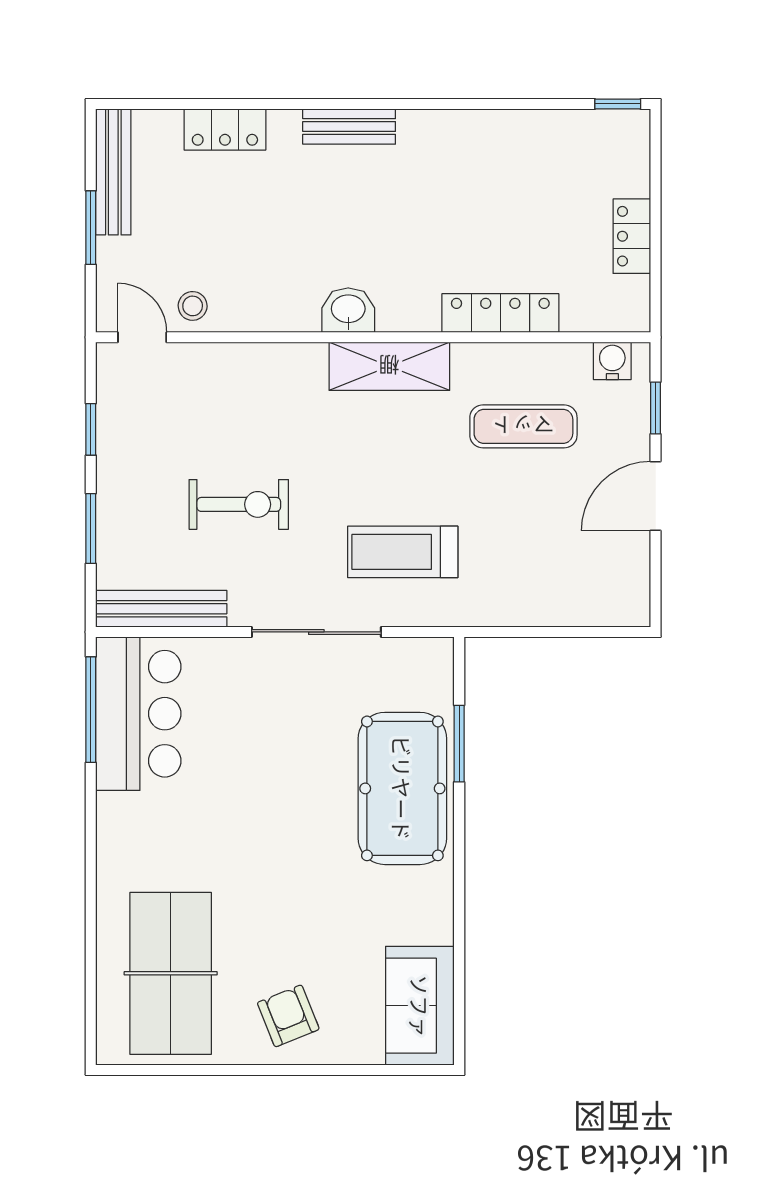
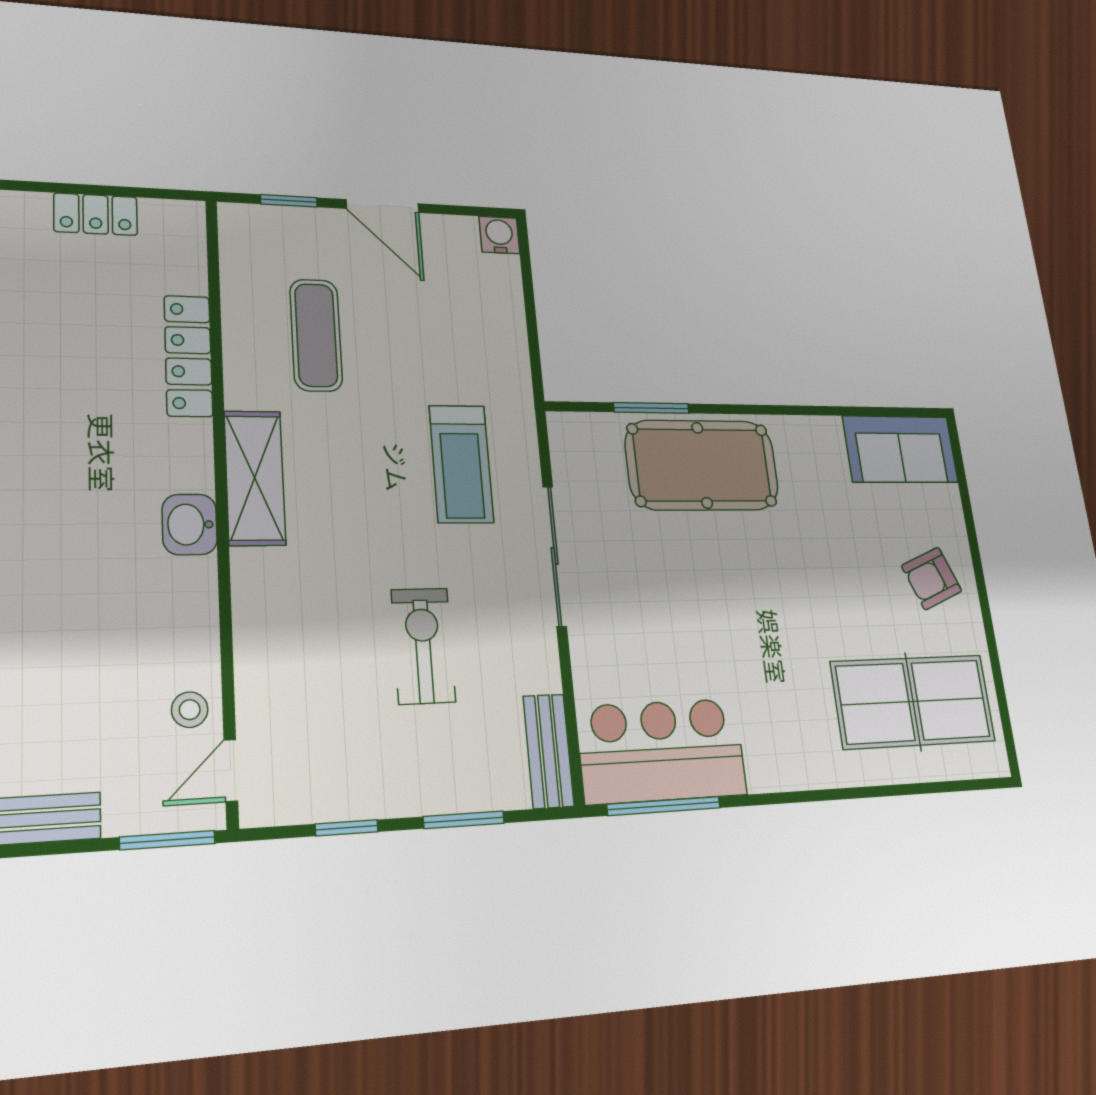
window: (91, 228) -> (167, 840), moved
water cooler: (612, 361) -> (499, 235), moved, turned 90
bench: (161, 609) -> (548, 751), width x0.73

